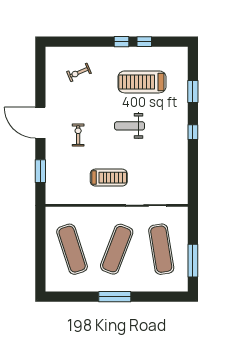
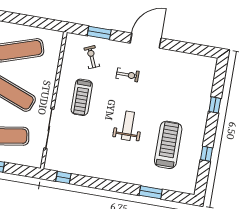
window: (121, 42) -> (215, 105), moved
exercise bike: (79, 72) -> (92, 57), moved
window: (193, 132) -> (63, 177), moved

